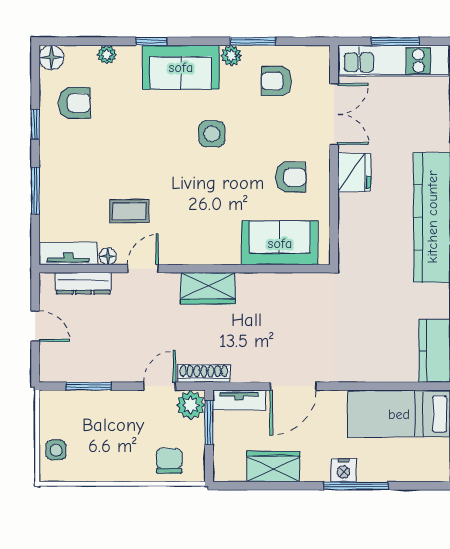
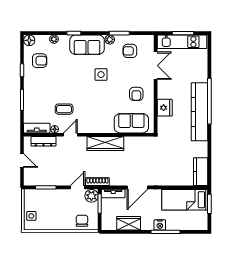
fridge: (354, 172) -> (165, 108), moved
armchair: (291, 177) -> (136, 94), turned 90
wardrobe: (208, 288) -> (105, 144), width x1.50

